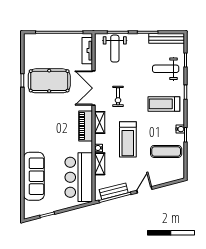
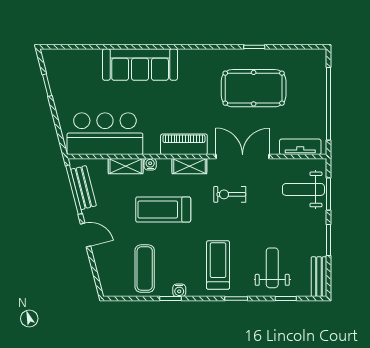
bench: (167, 38) -> (319, 277), width x0.73
pool table: (49, 81) -> (254, 88), turned 90
sofa: (34, 176) -> (140, 65), moved

